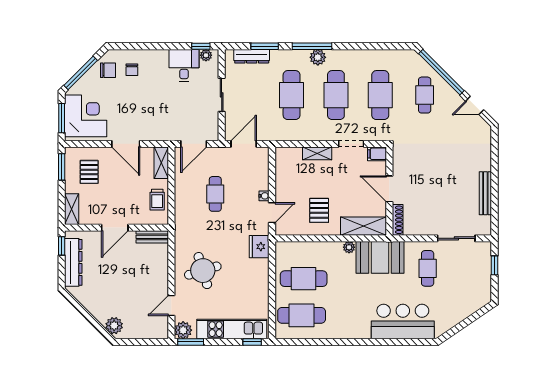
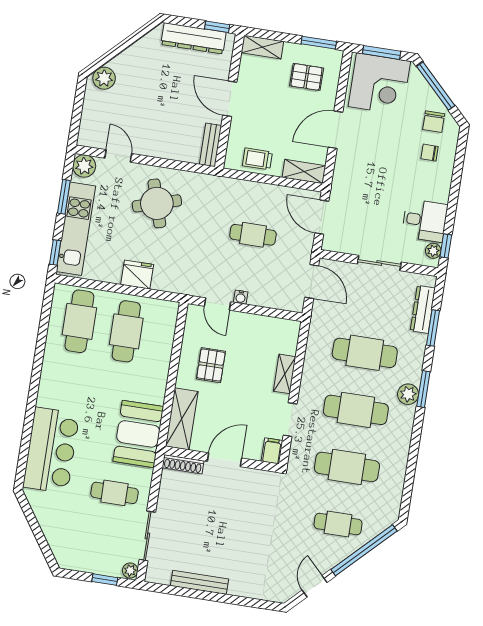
window: (312, 46) -> (423, 389), width x0.69
pallet: (319, 210) -> (211, 365), turned 90
fridge: (259, 247) -> (137, 275), moved
plant: (349, 247) -> (130, 570), moved
window: (191, 342) -> (64, 197), moved

